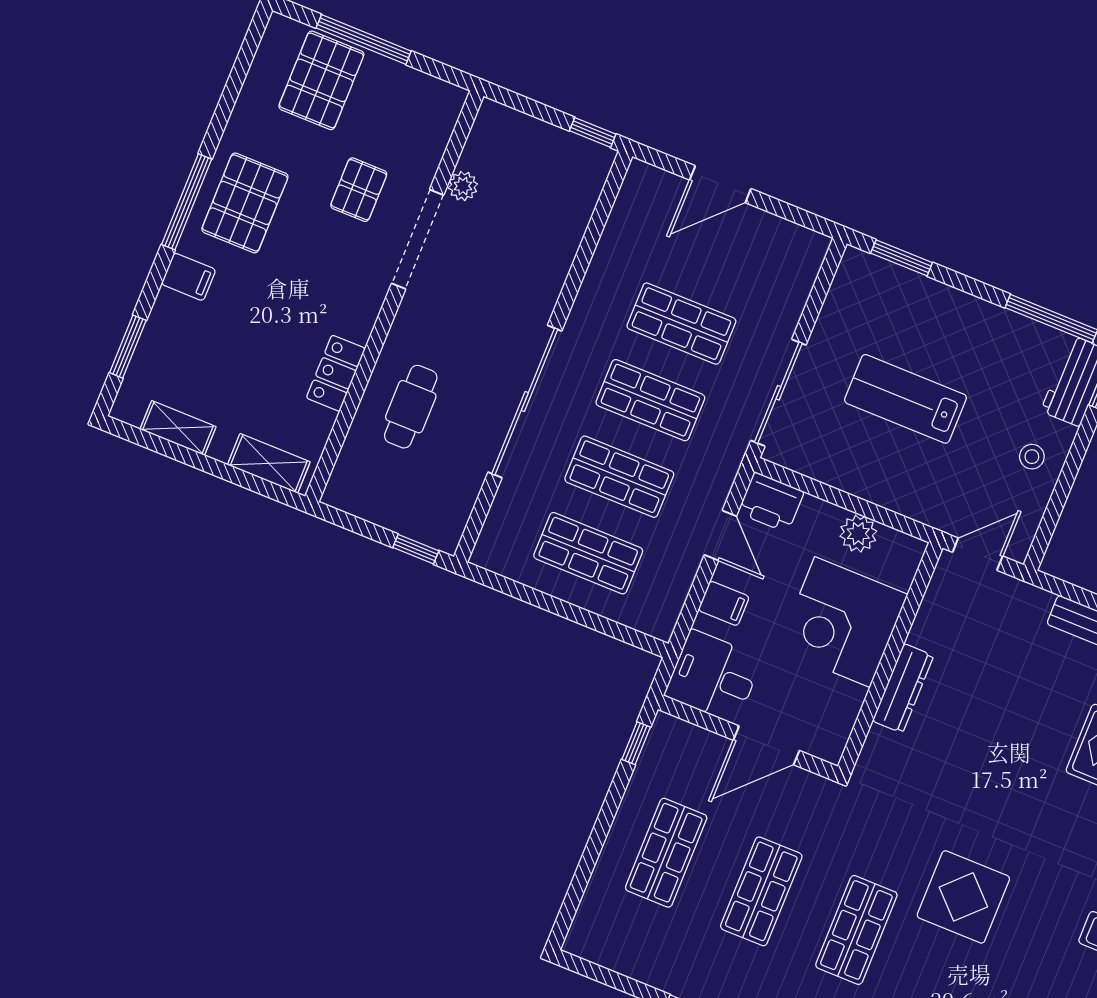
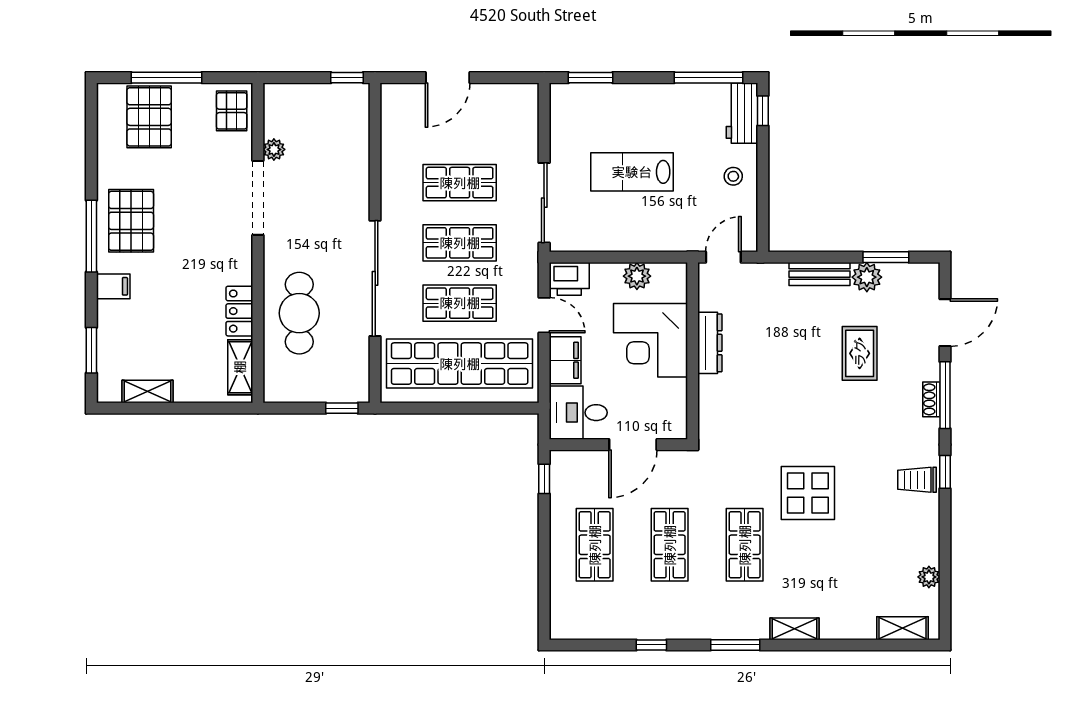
pallet: (359, 190) -> (232, 111), moved
cafe table: (411, 407) -> (299, 313), width x1.37, depth x1.35
shelving: (269, 463) -> (240, 367), moved, turned 90
shop shelf: (588, 553) -> (460, 364), width x2.00, depth x1.36
filing cabinet: (724, 603) -> (565, 360), width x2.00
dresser: (903, 688) -> (710, 343), moved

